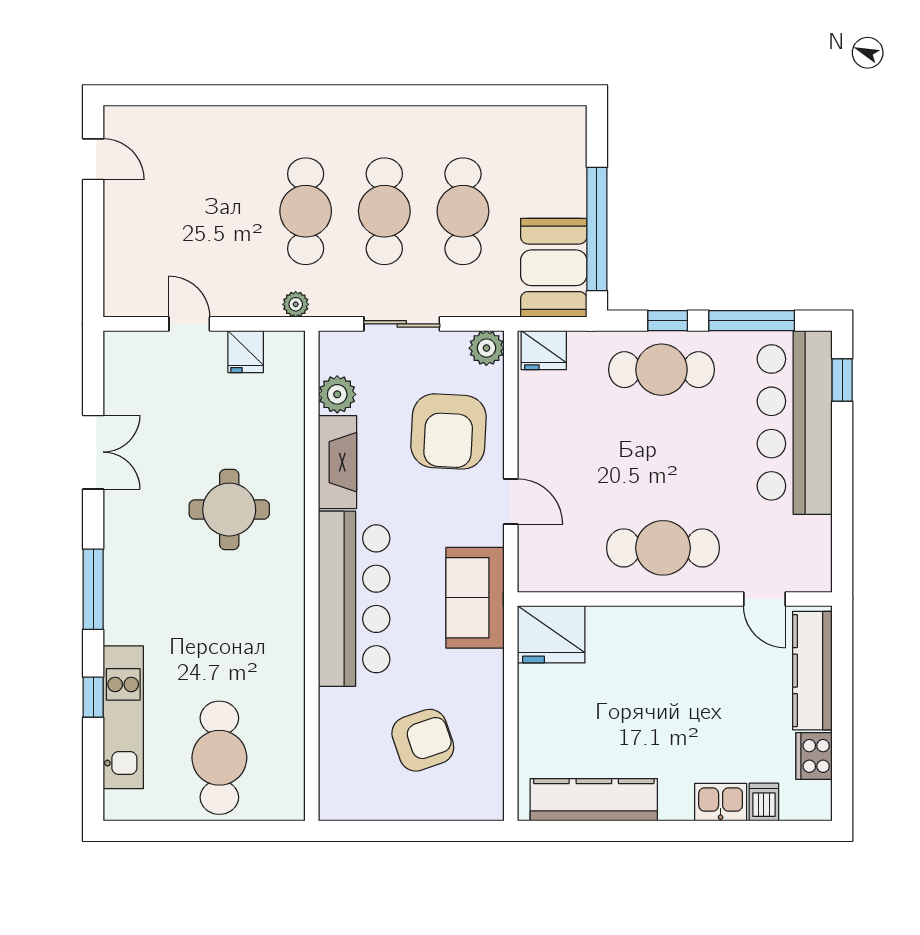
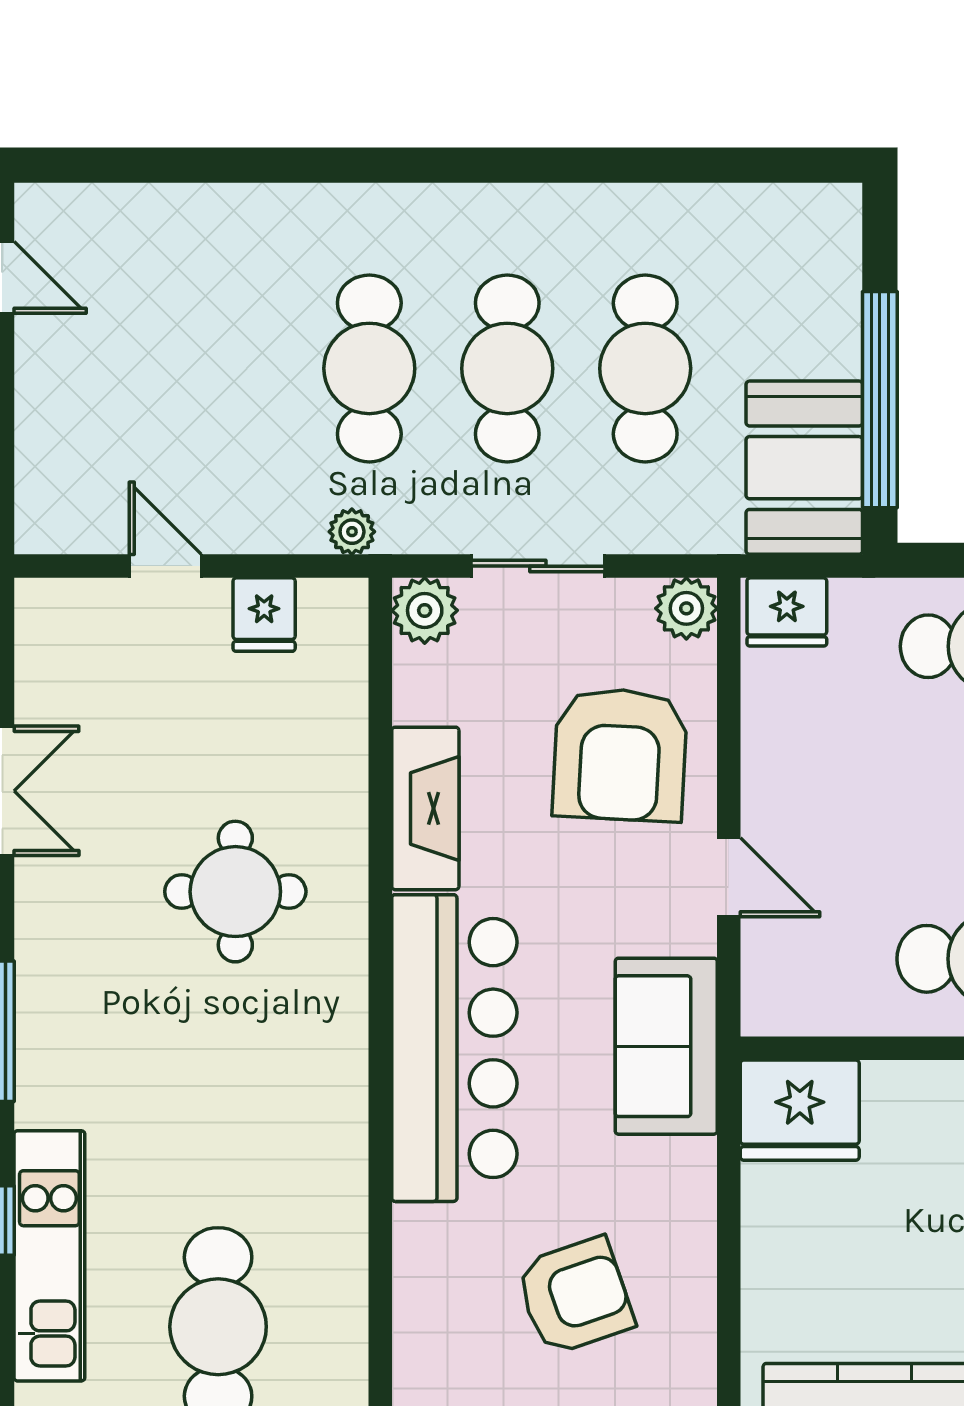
plant: (337, 394) -> (425, 610), moved

